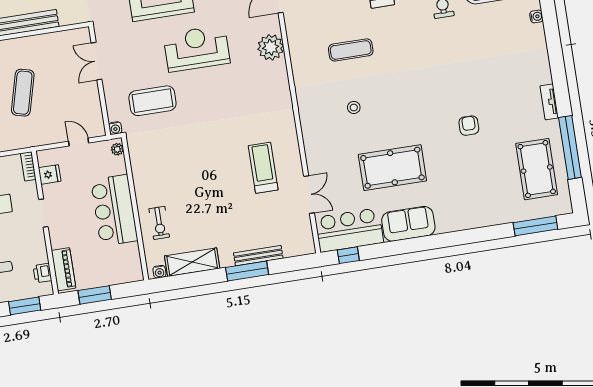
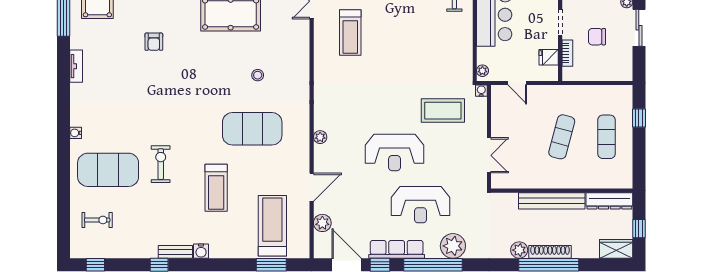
plant: (271, 47) -> (320, 137), width x0.53, depth x0.53
exercise mat: (351, 50) -> (252, 129), width x2.00, depth x1.45
tv unit: (549, 102) -> (76, 66), moved
bookcase: (28, 166) -> (567, 53), moved

